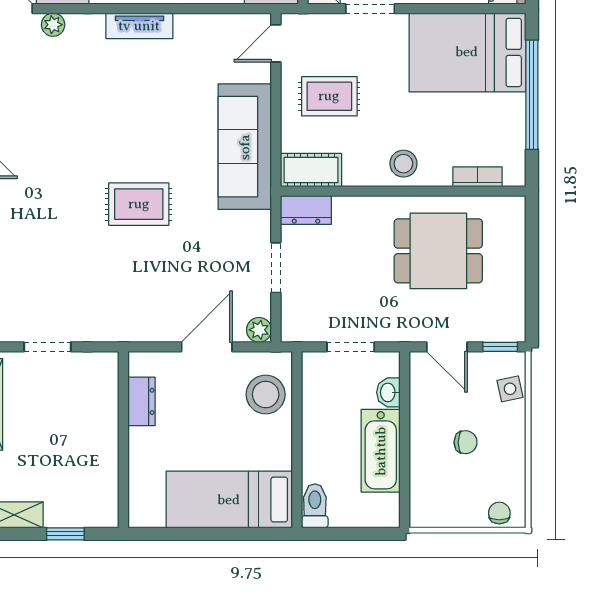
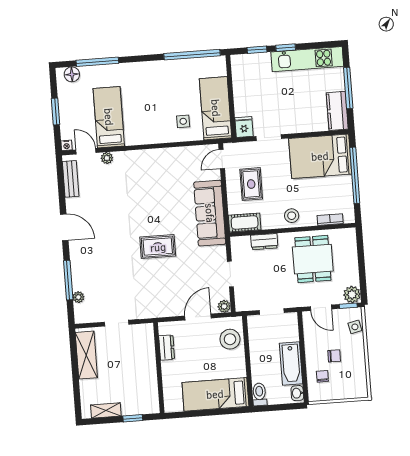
tv unit: (139, 26) -> (151, 155), removed
rug: (329, 96) -> (251, 184), turned 90
dresser: (306, 210) -> (264, 242), moved
dining table: (438, 251) -> (313, 259), turned 90
plant: (509, 325) -> (352, 294), added
washbasin: (388, 392) -> (297, 393), moved
chair: (499, 513) -> (322, 376), moved

